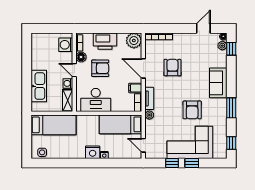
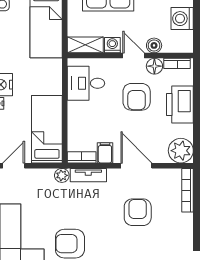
washing machine: (66, 45) -> (182, 19), moved, turned -90
boiler: (68, 57) -> (154, 45), added
door: (143, 68) -> (136, 166), hinge flipped
armchair: (172, 68) -> (138, 212), turned -90
door: (74, 70) -> (134, 56), hinge flipped
desk: (96, 100) -> (86, 83), width x0.73

